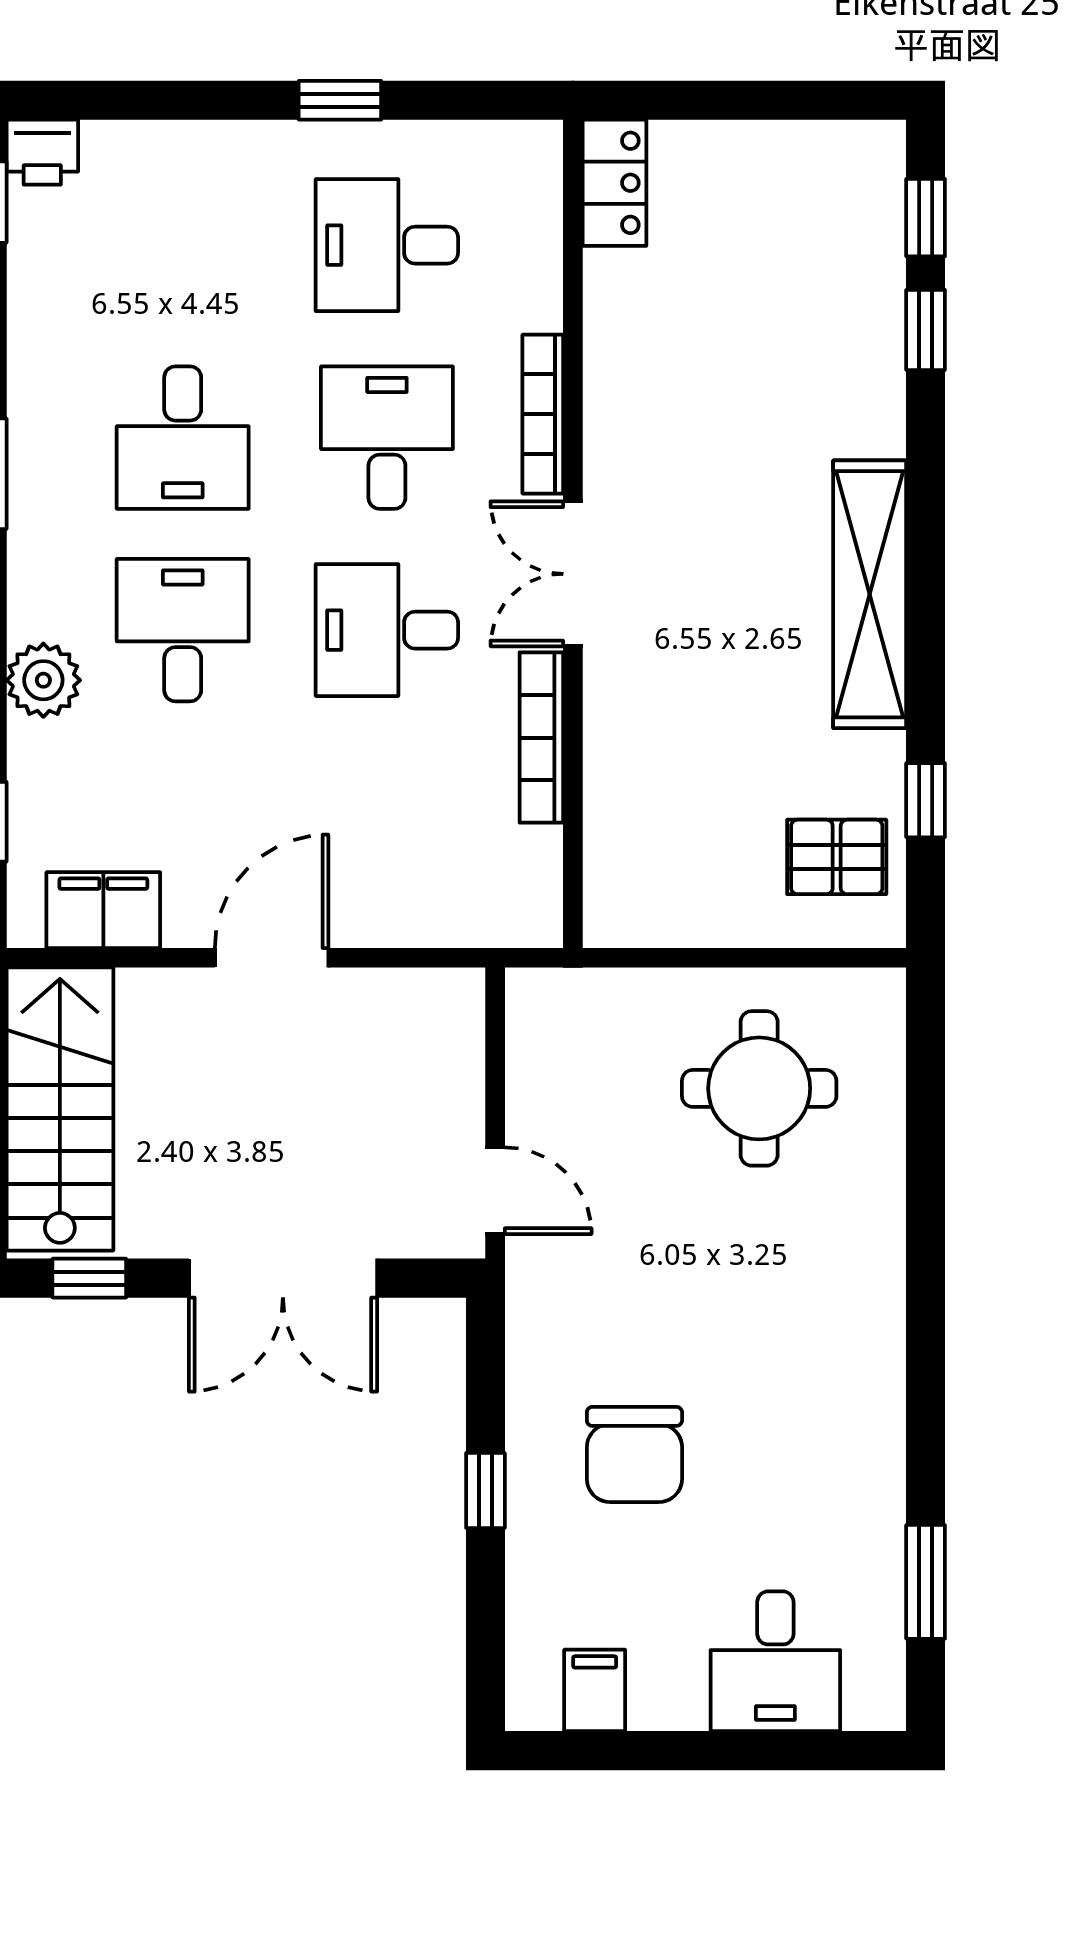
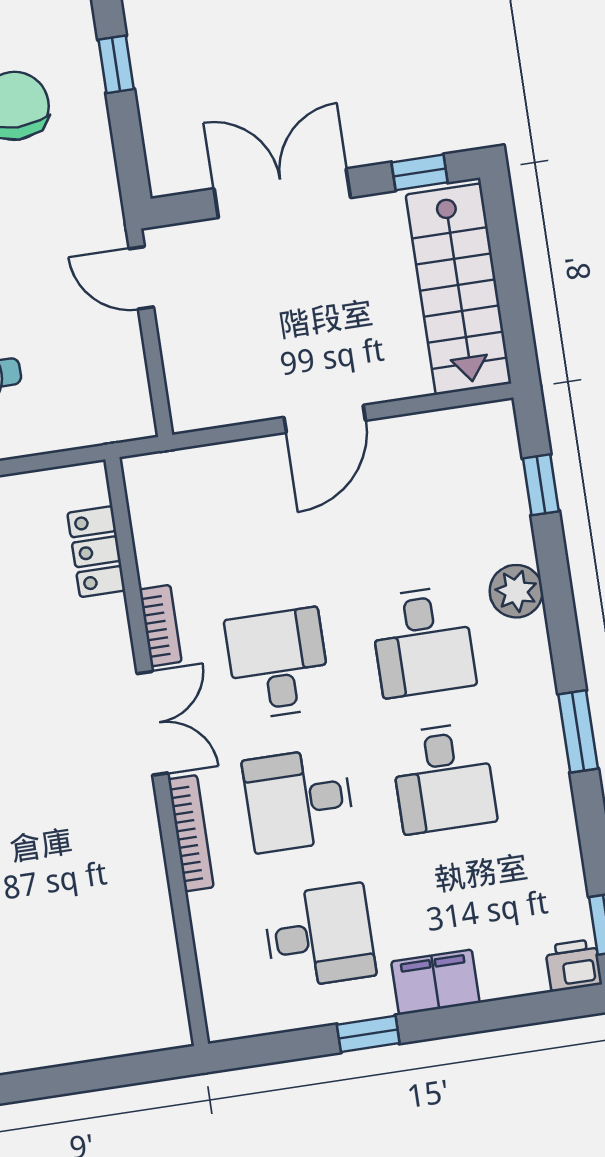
locker: (614, 183) -> (96, 552), moved
desk: (183, 438) -> (443, 778), turned 180
desk: (387, 438) -> (299, 800), turned 90
desk: (387, 630) -> (278, 663), turned -90
bookcase: (541, 738) -> (160, 626), width x0.64
filing cabinet: (103, 910) -> (435, 982), moved, turned 180

